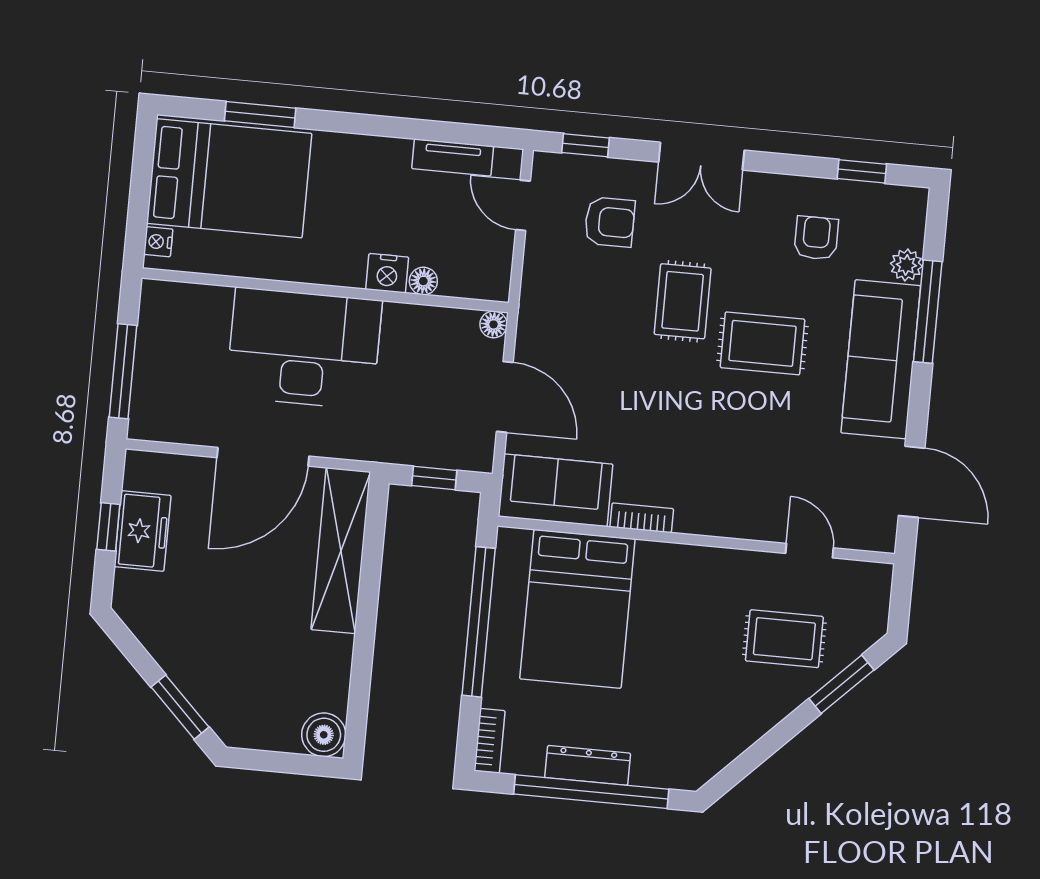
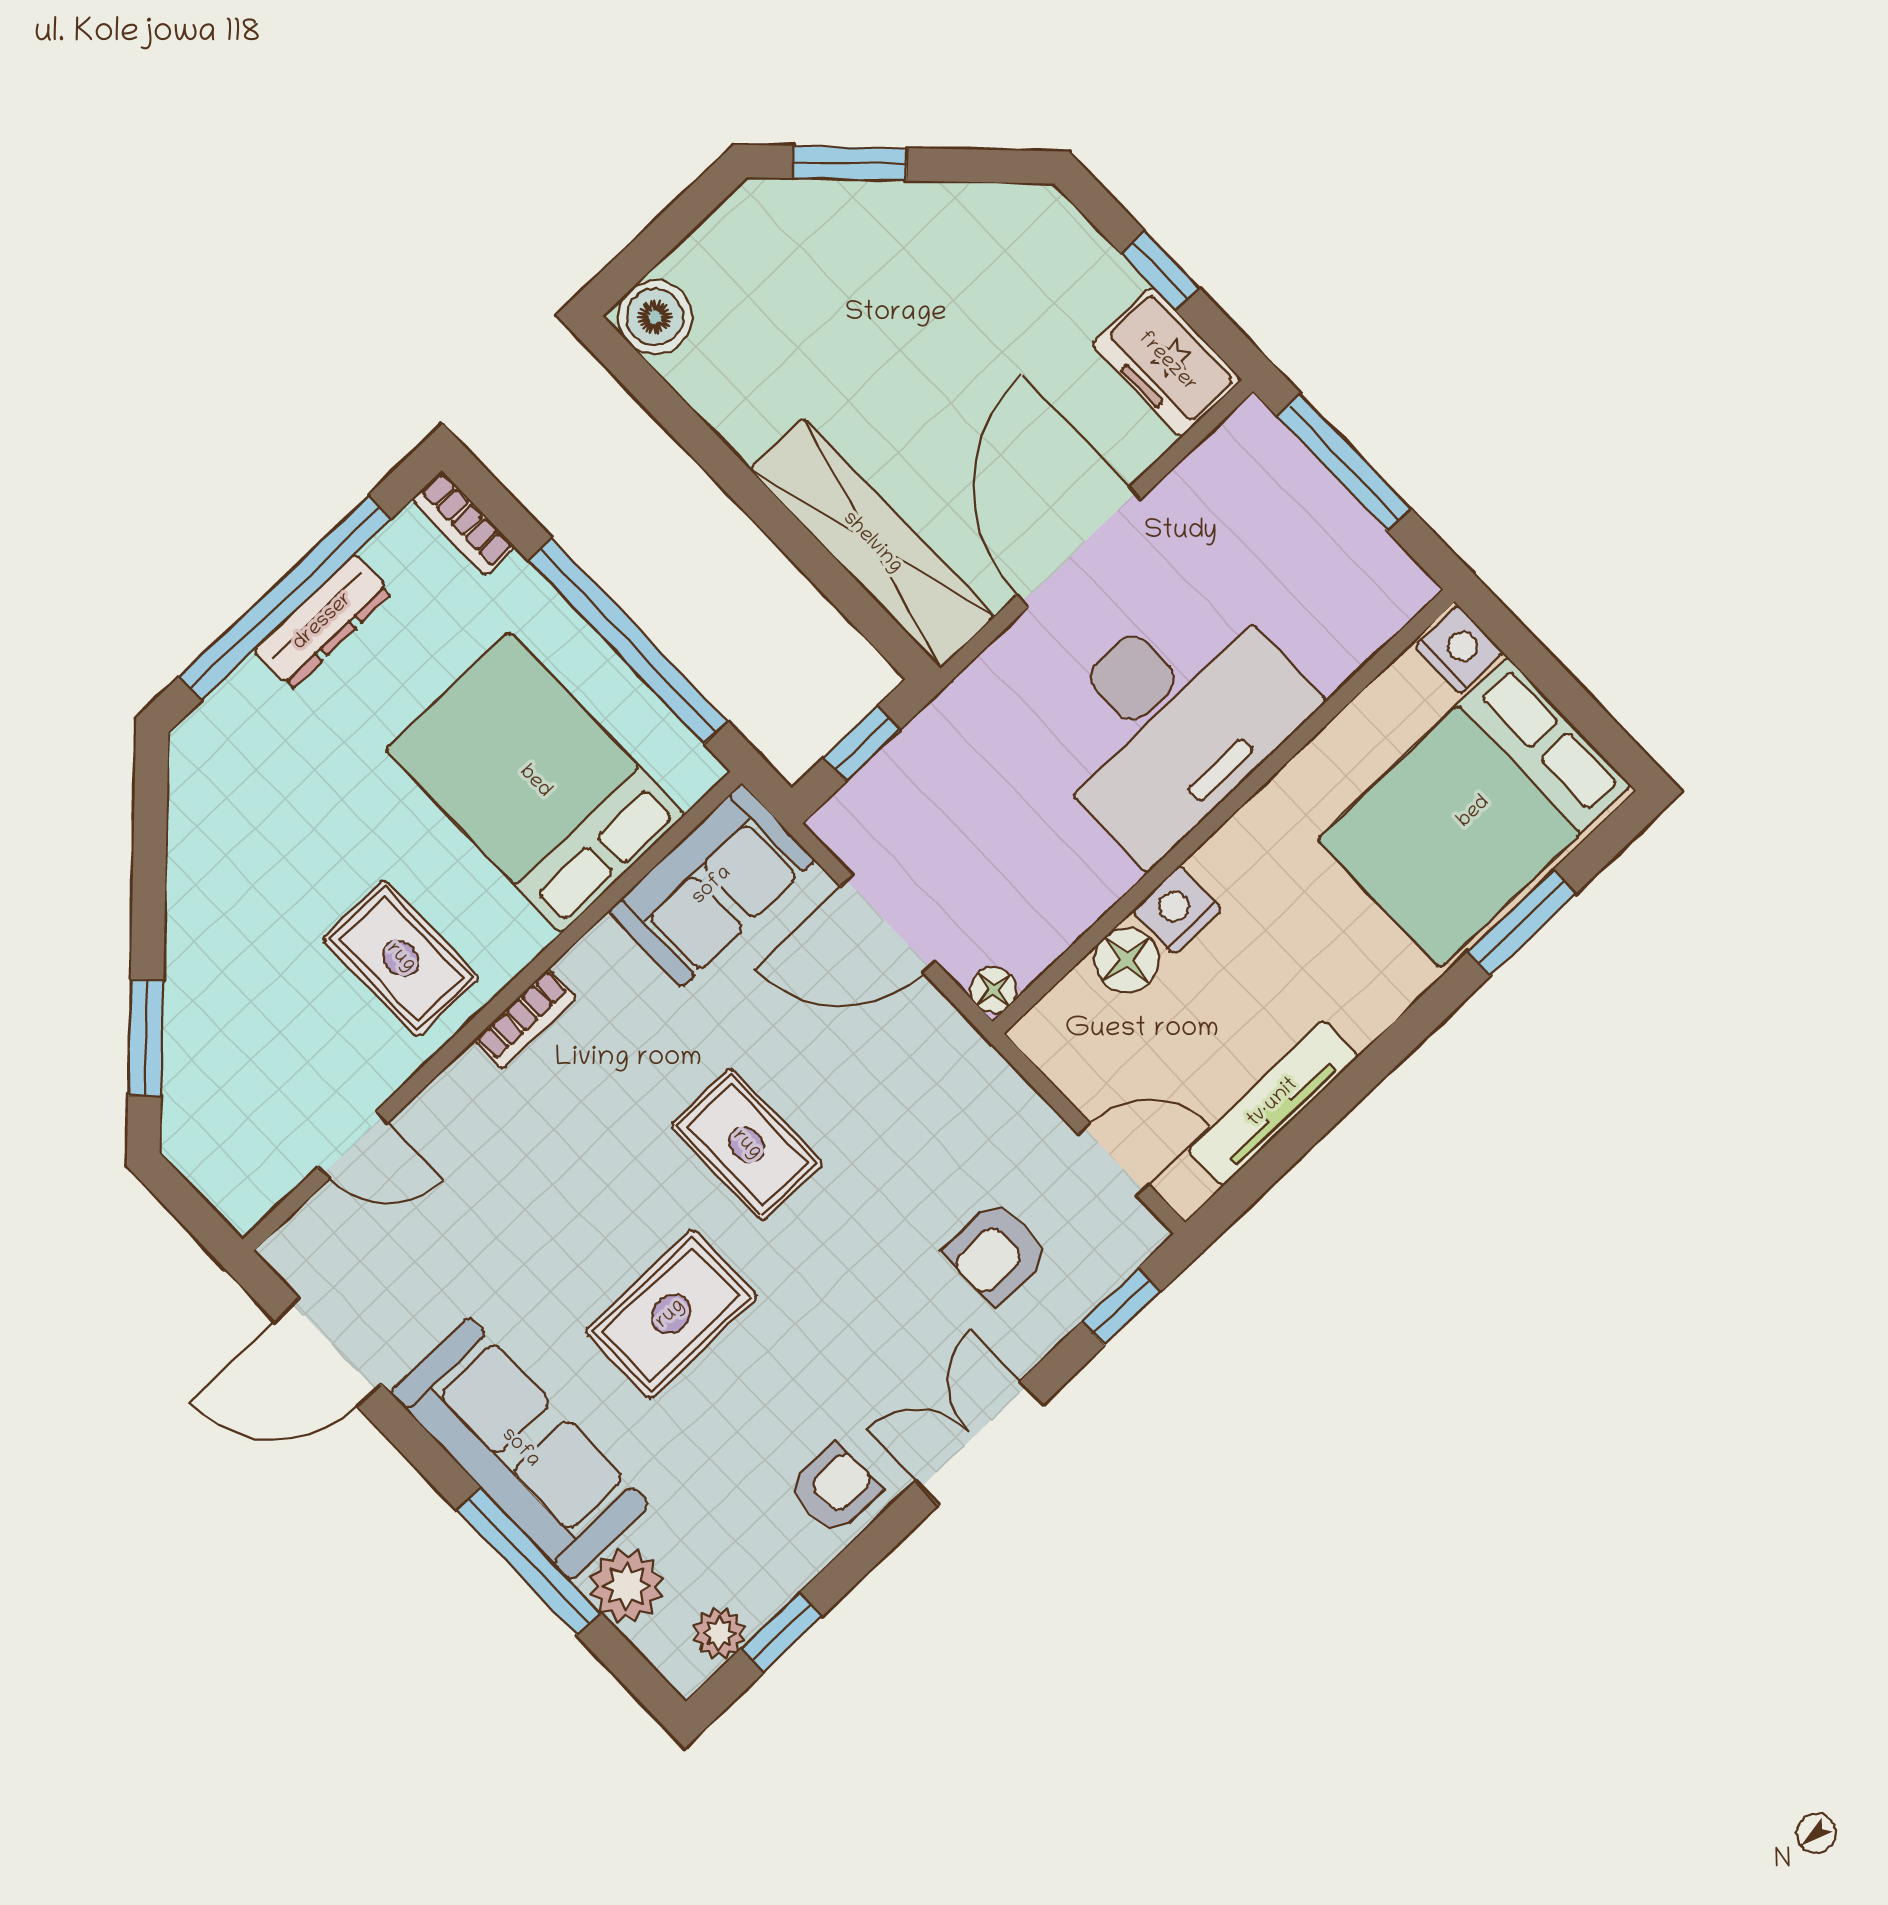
tv unit: (453, 157) -> (1273, 1103), width x1.41
plant: (886, 199) -> (719, 1633), added
armchair: (816, 238) -> (834, 1489), moved, turned -90
nightstand: (158, 242) -> (1459, 650), width x1.39, depth x1.35
plant: (906, 265) -> (627, 1586), width x1.38, depth x1.38
floor lamp: (423, 281) -> (1127, 960), width x1.37, depth x1.37
rug: (683, 301) -> (747, 1145), moved
bookcase: (642, 518) -> (526, 1019), moved
freezer: (143, 531) -> (1167, 362), moved
rug: (784, 639) -> (401, 958), moved, turned 90

